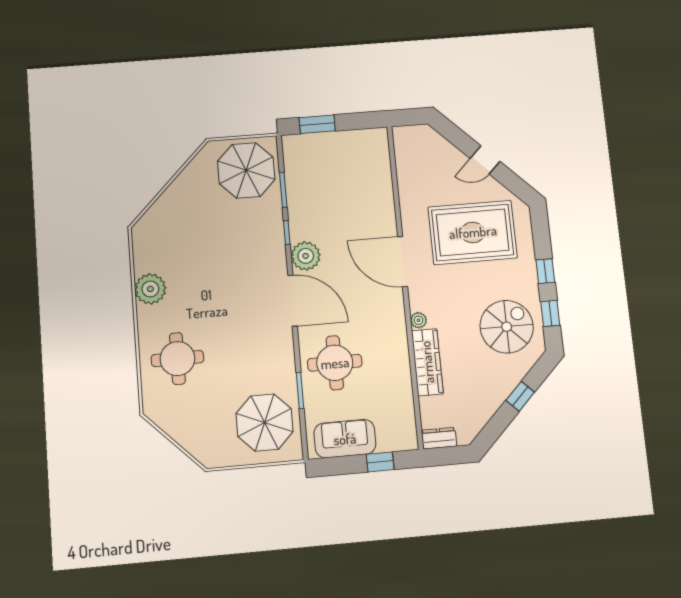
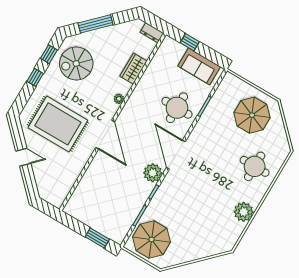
wardrobe: (427, 362) -> (133, 69), width x0.67
window: (520, 396) -> (95, 24), width x2.17
parasol: (265, 423) -> (252, 115), moved

